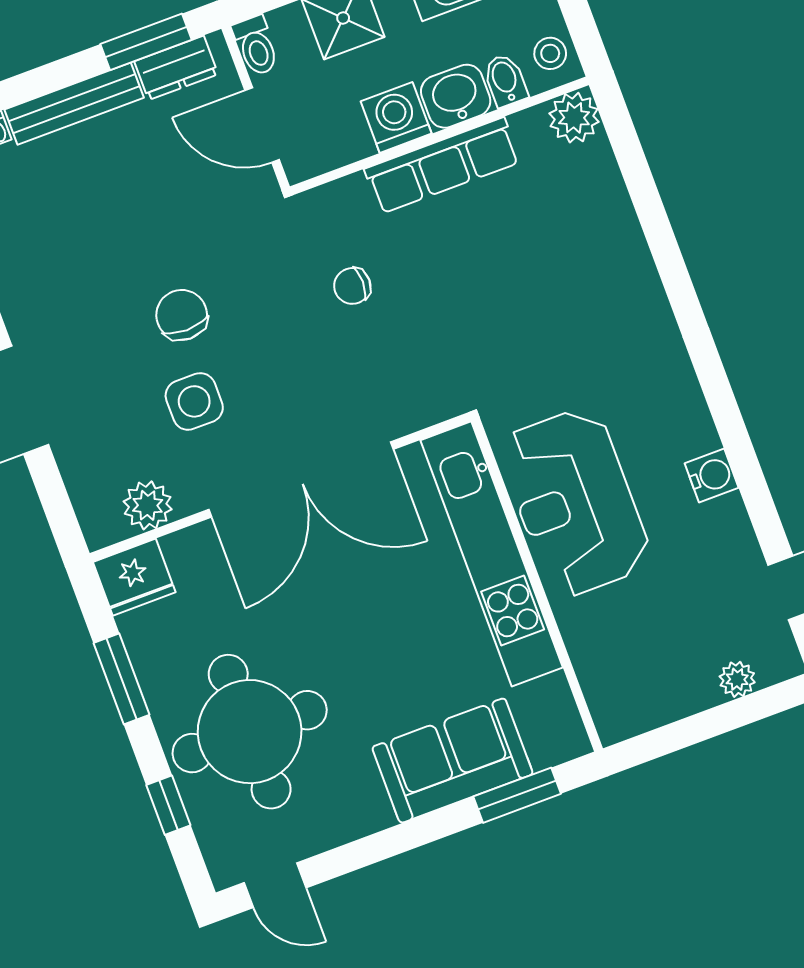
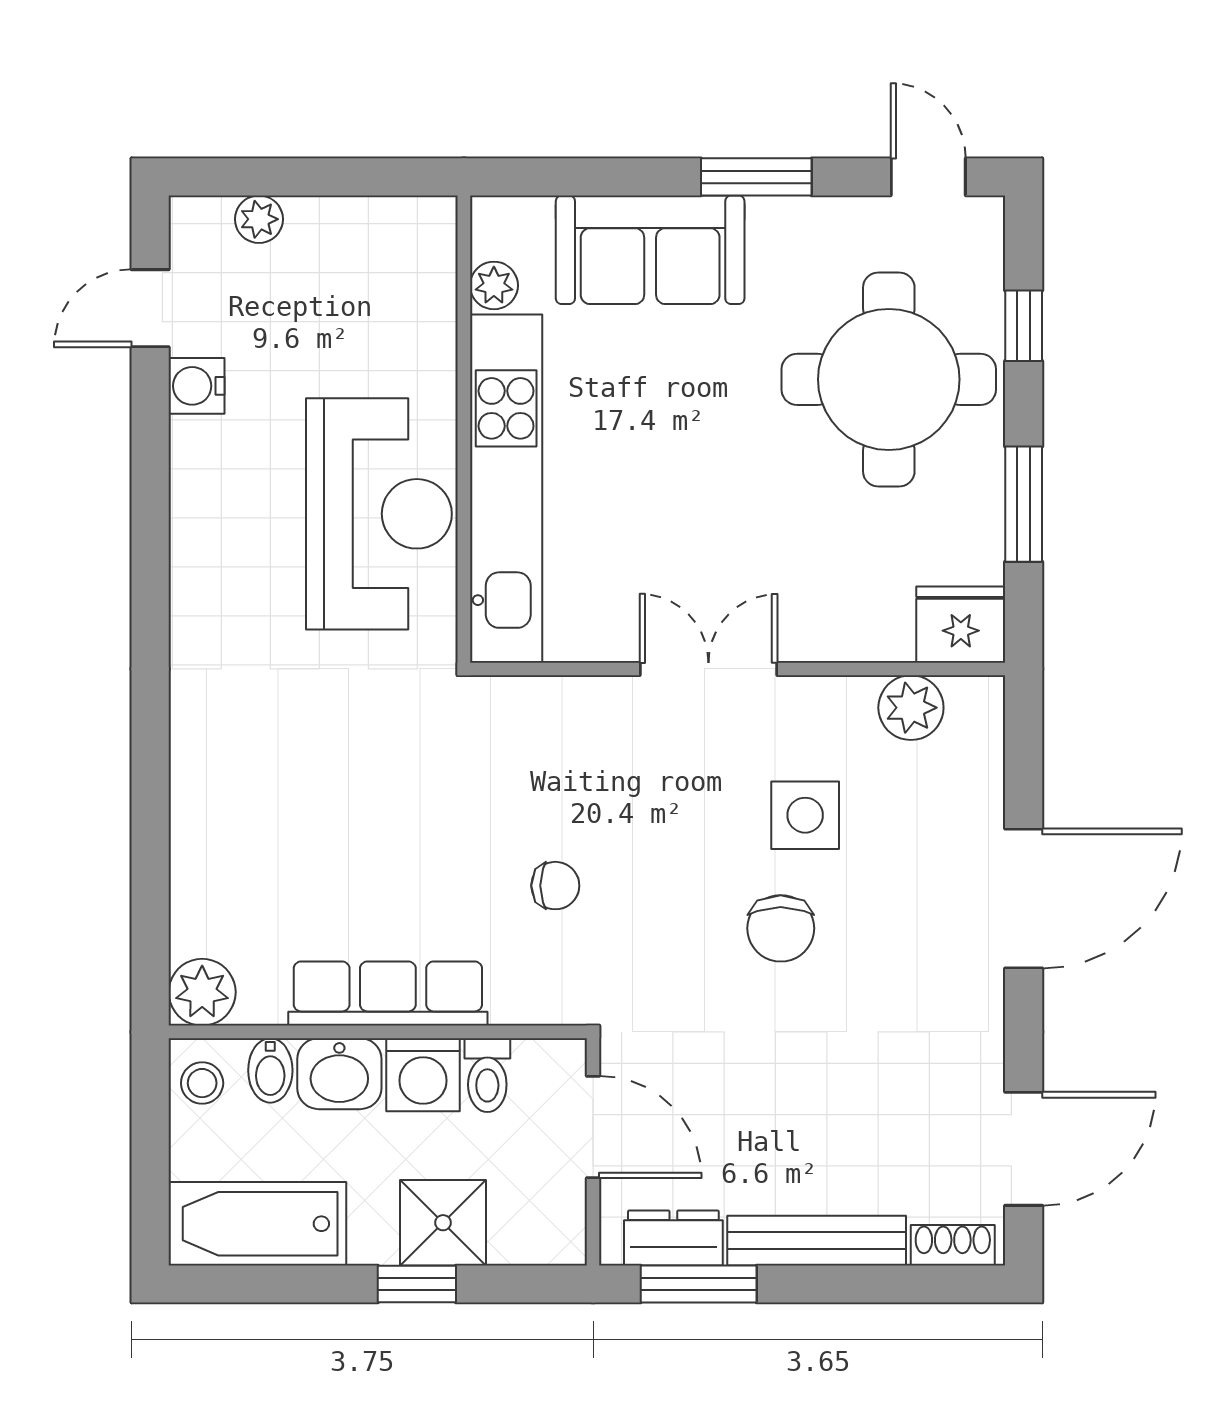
toilet: (256, 46) -> (487, 1075), moved, turned 180
water cooler: (712, 476) -> (197, 386), moved
double door: (301, 479) -> (709, 669), width x0.54
plant: (554, 694) -> (494, 285), added
window: (517, 795) -> (756, 177), moved

